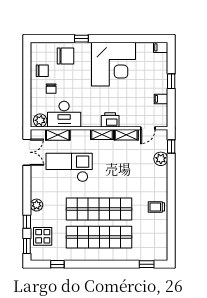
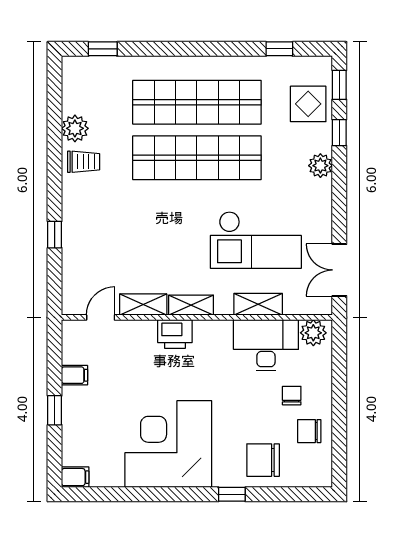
shelving: (58, 135) -> (258, 304), moved
window: (171, 147) -> (55, 235), moved
plant: (161, 159) -> (75, 128), moved

